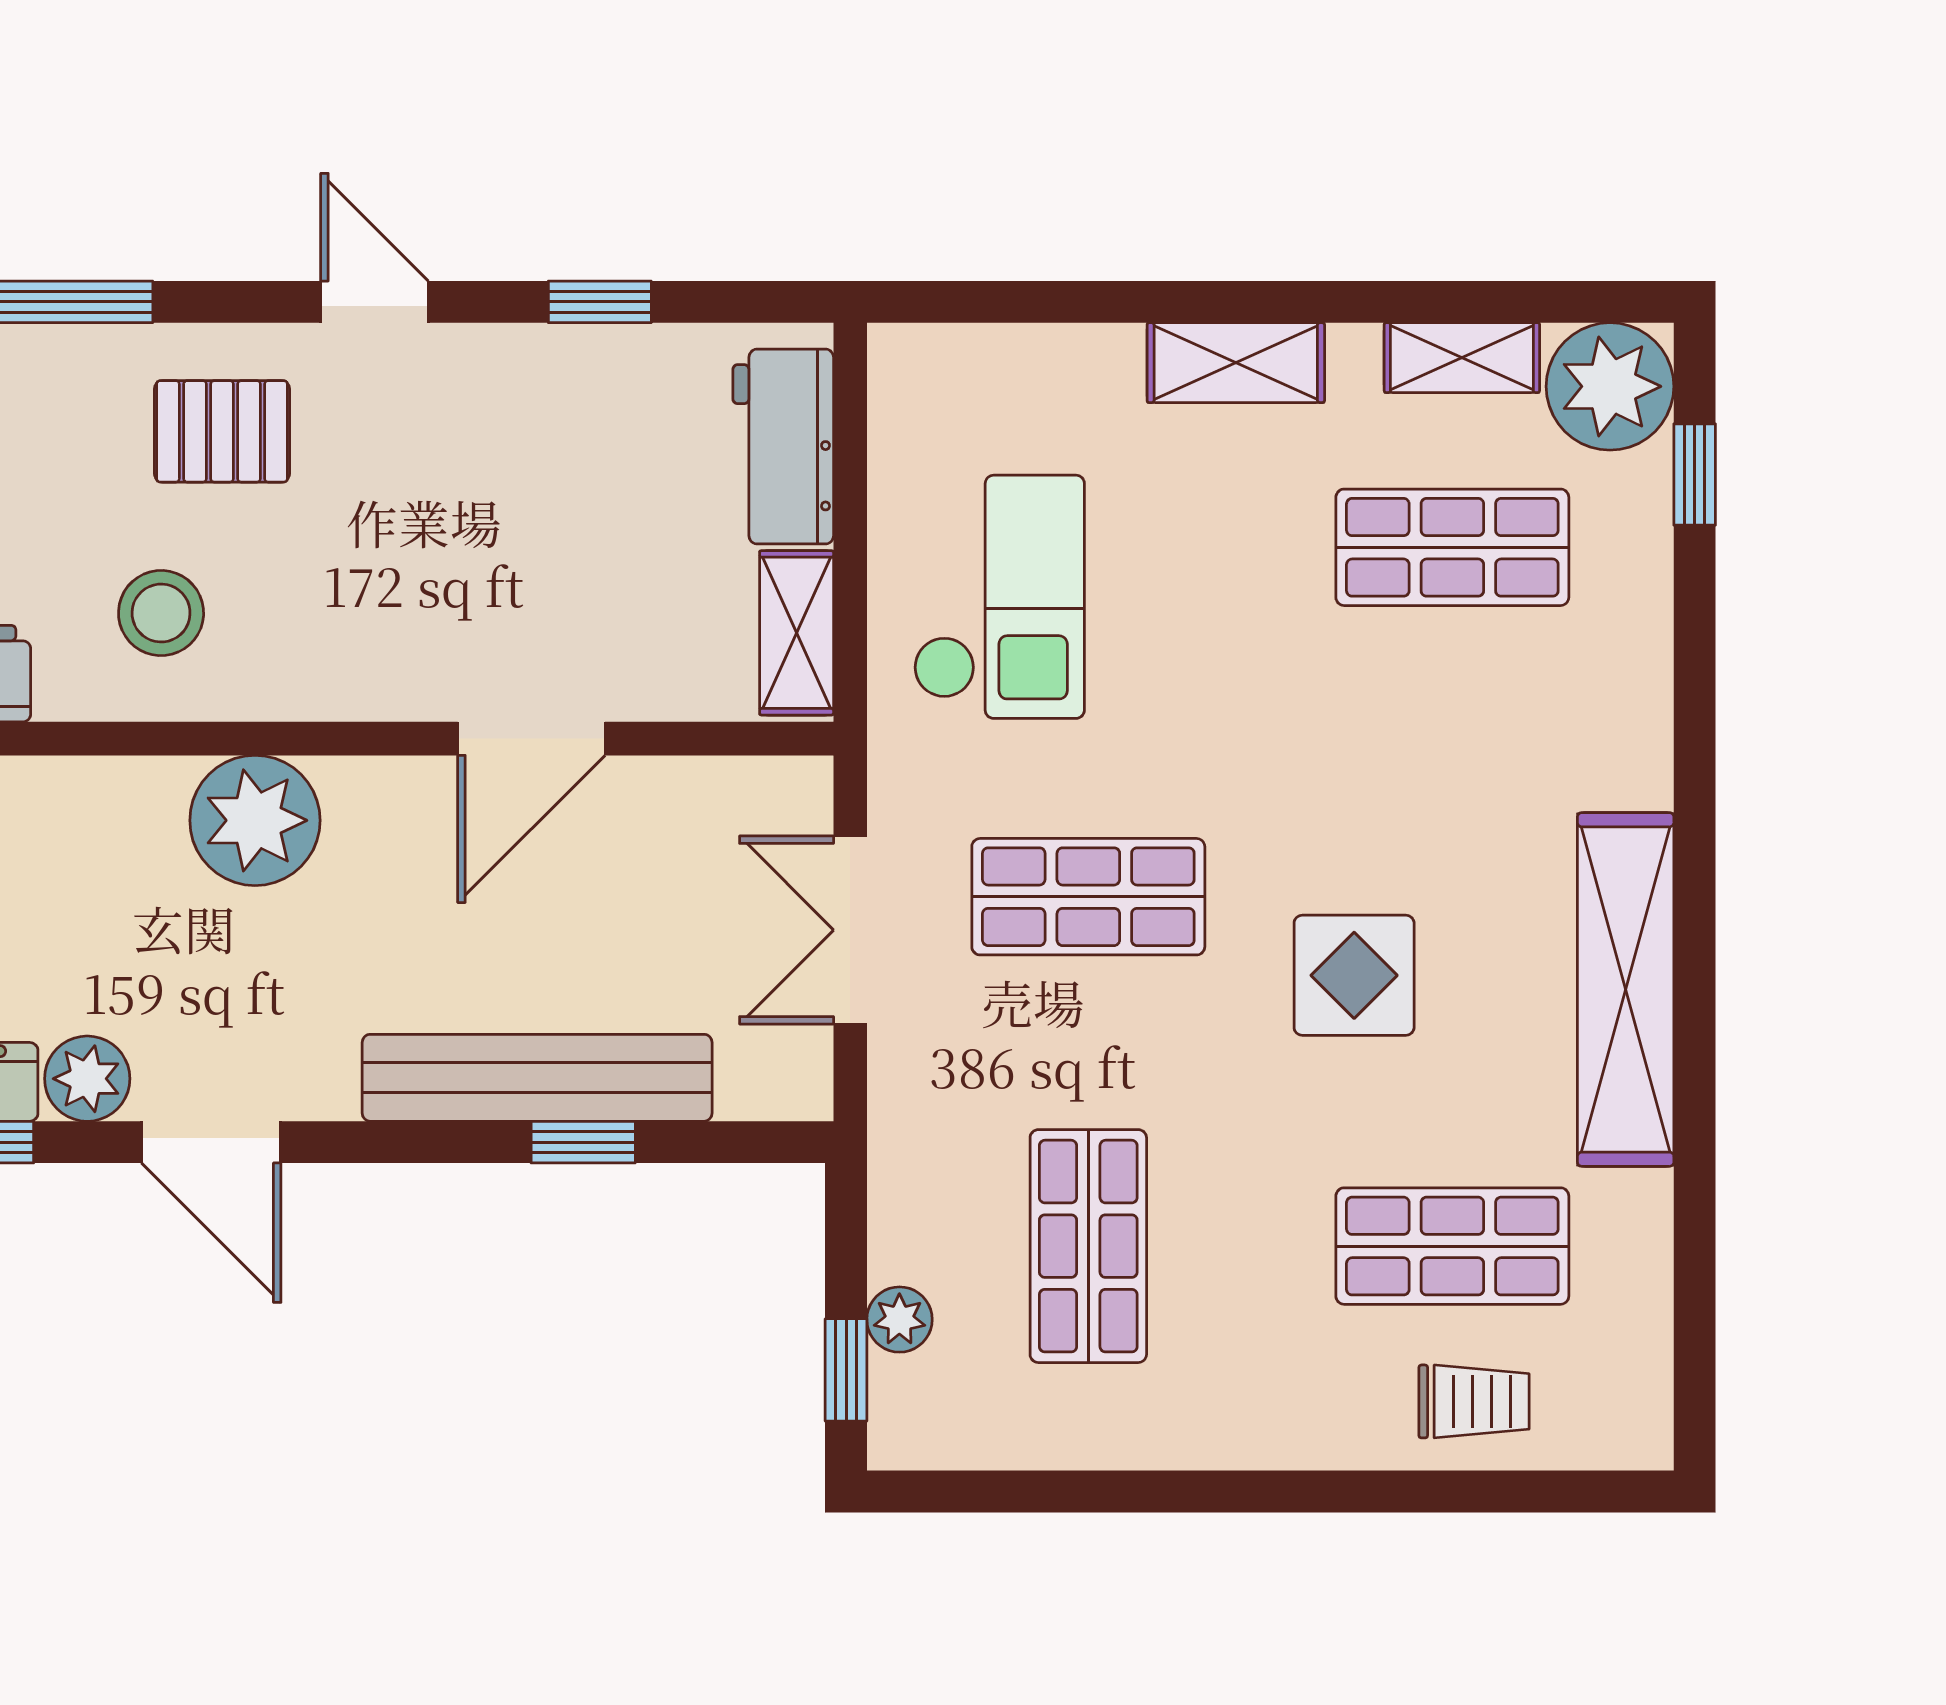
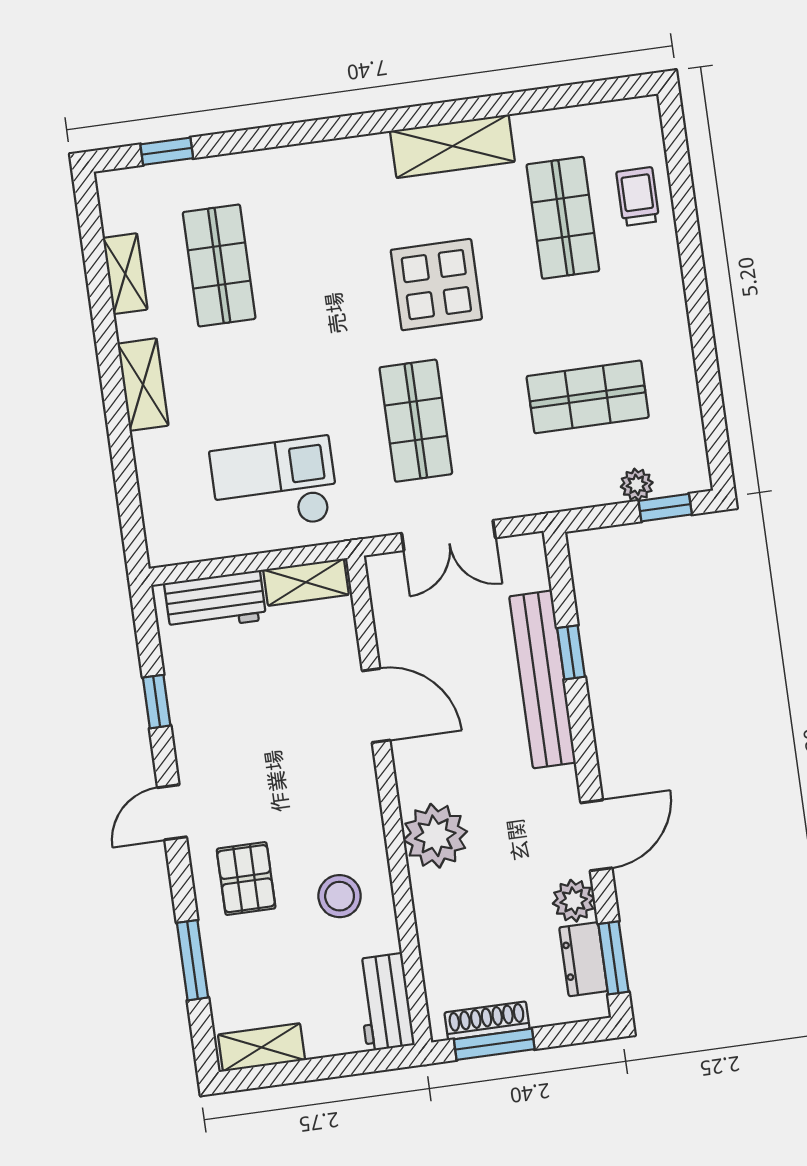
plant: (1610, 386) -> (129, 199), removed
display table: (1354, 975) -> (436, 285), width x1.36, depth x1.36
shelving: (1626, 989) -> (452, 146), width x0.68

